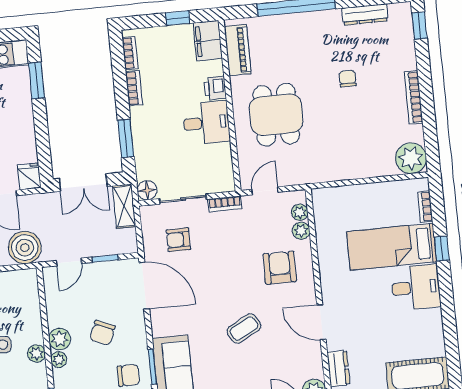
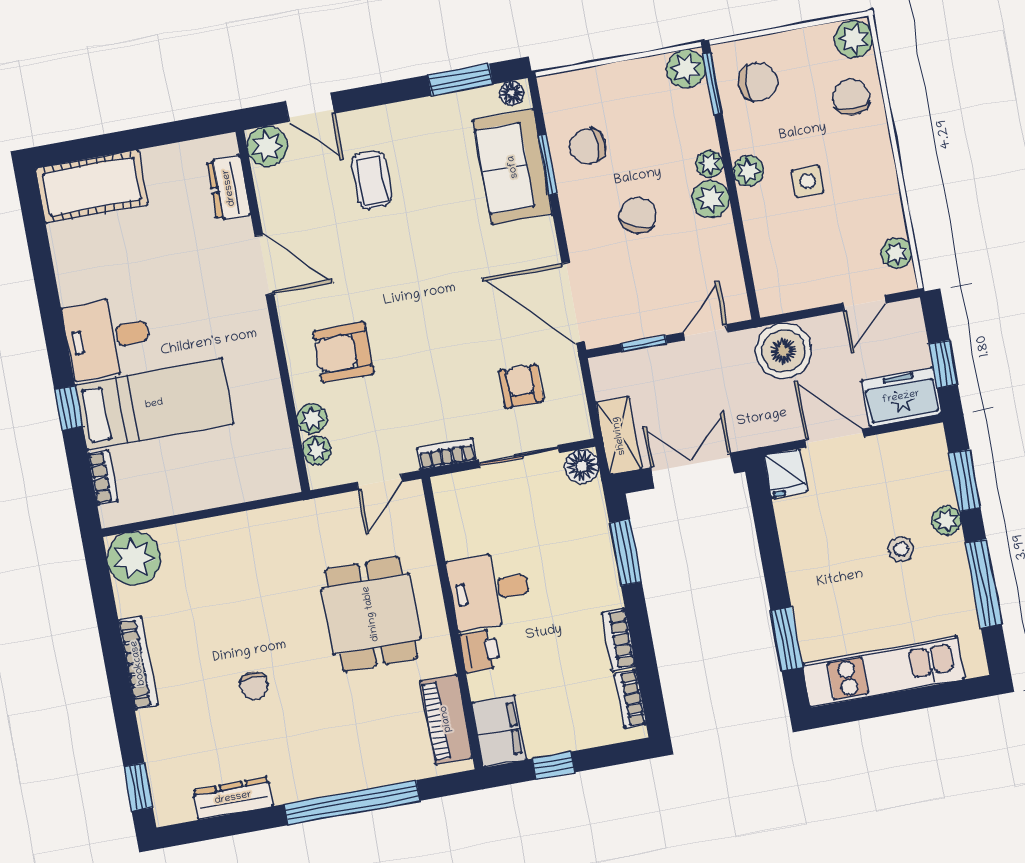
armchair: (178, 240) -> (521, 386), turned -90
armchair: (280, 268) -> (343, 352), turned 90
coffee table: (244, 328) -> (372, 180), moved, turned -62

